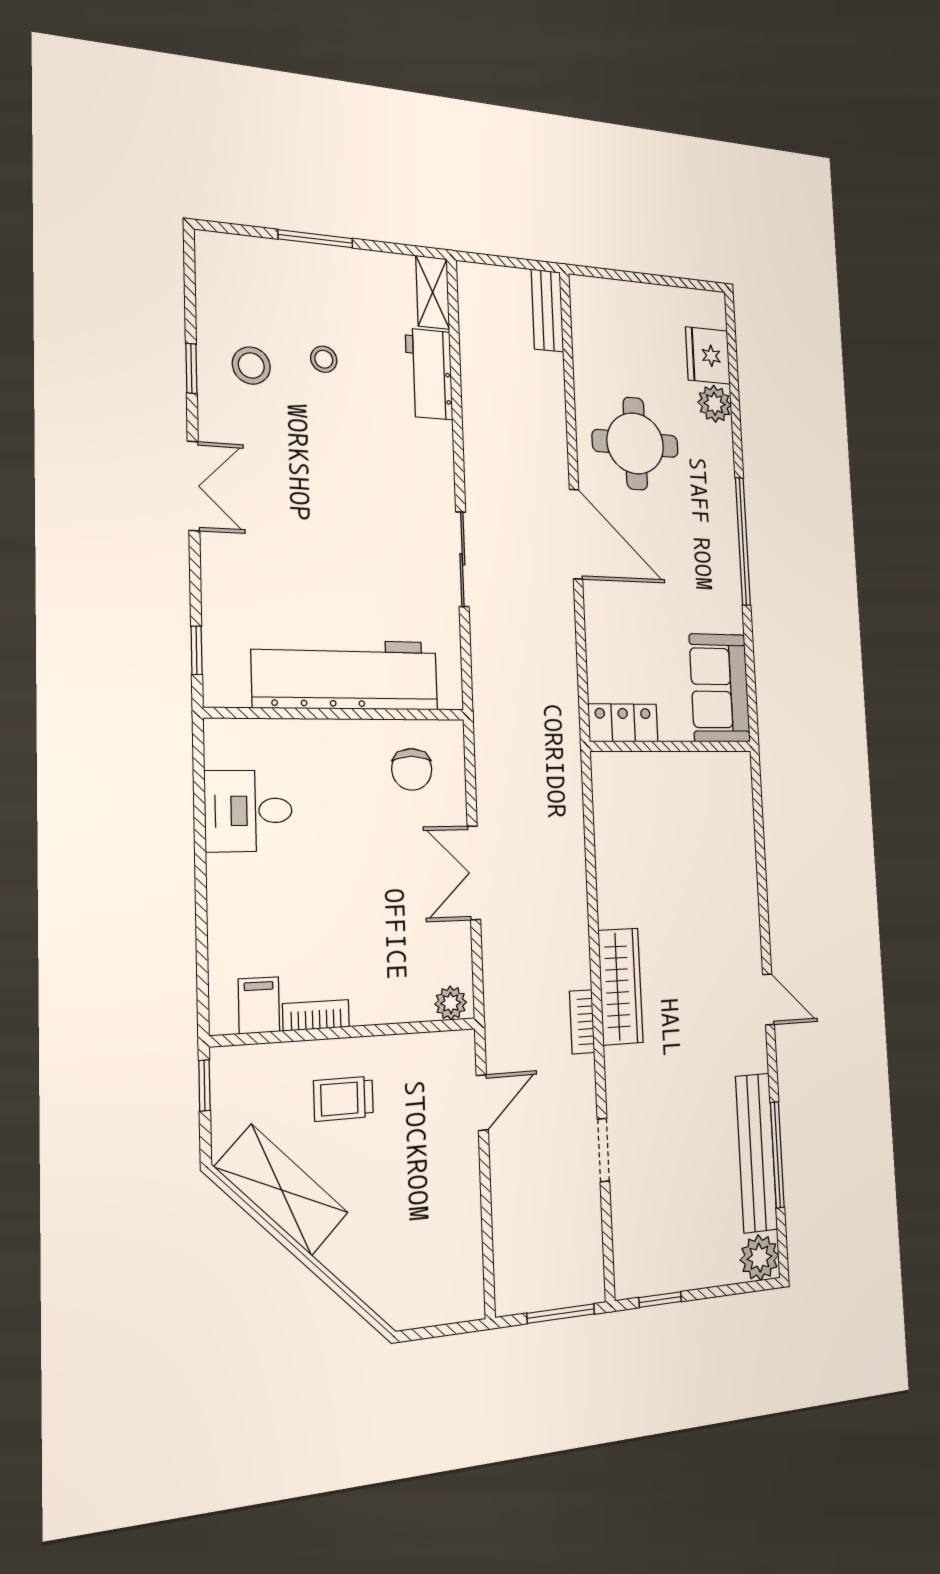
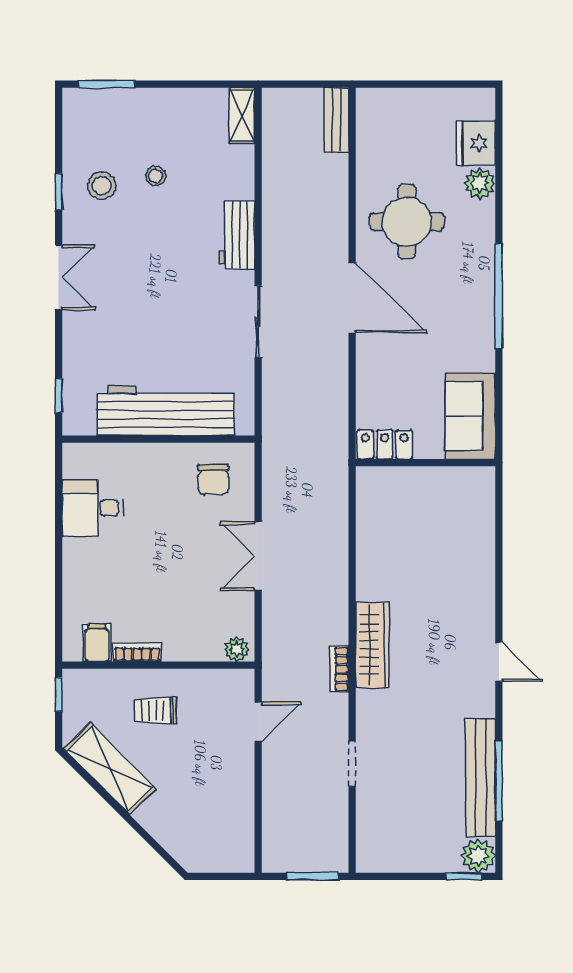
window: (315, 239) -> (106, 84), moved
workbench: (429, 374) -> (237, 235), moved
window: (660, 1300) -> (464, 876), moved

